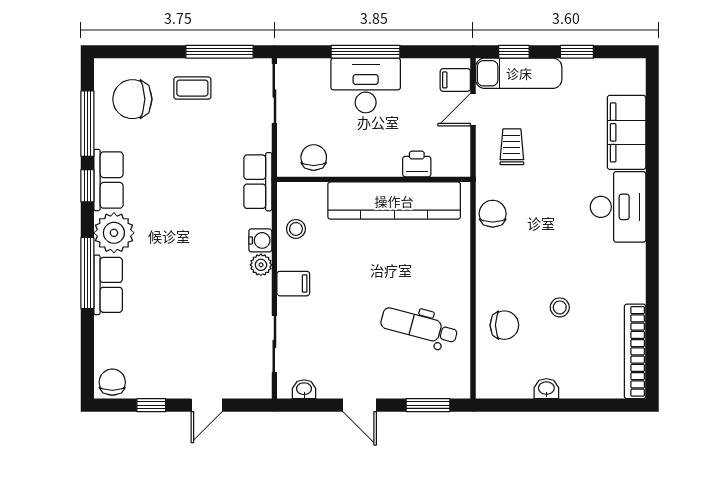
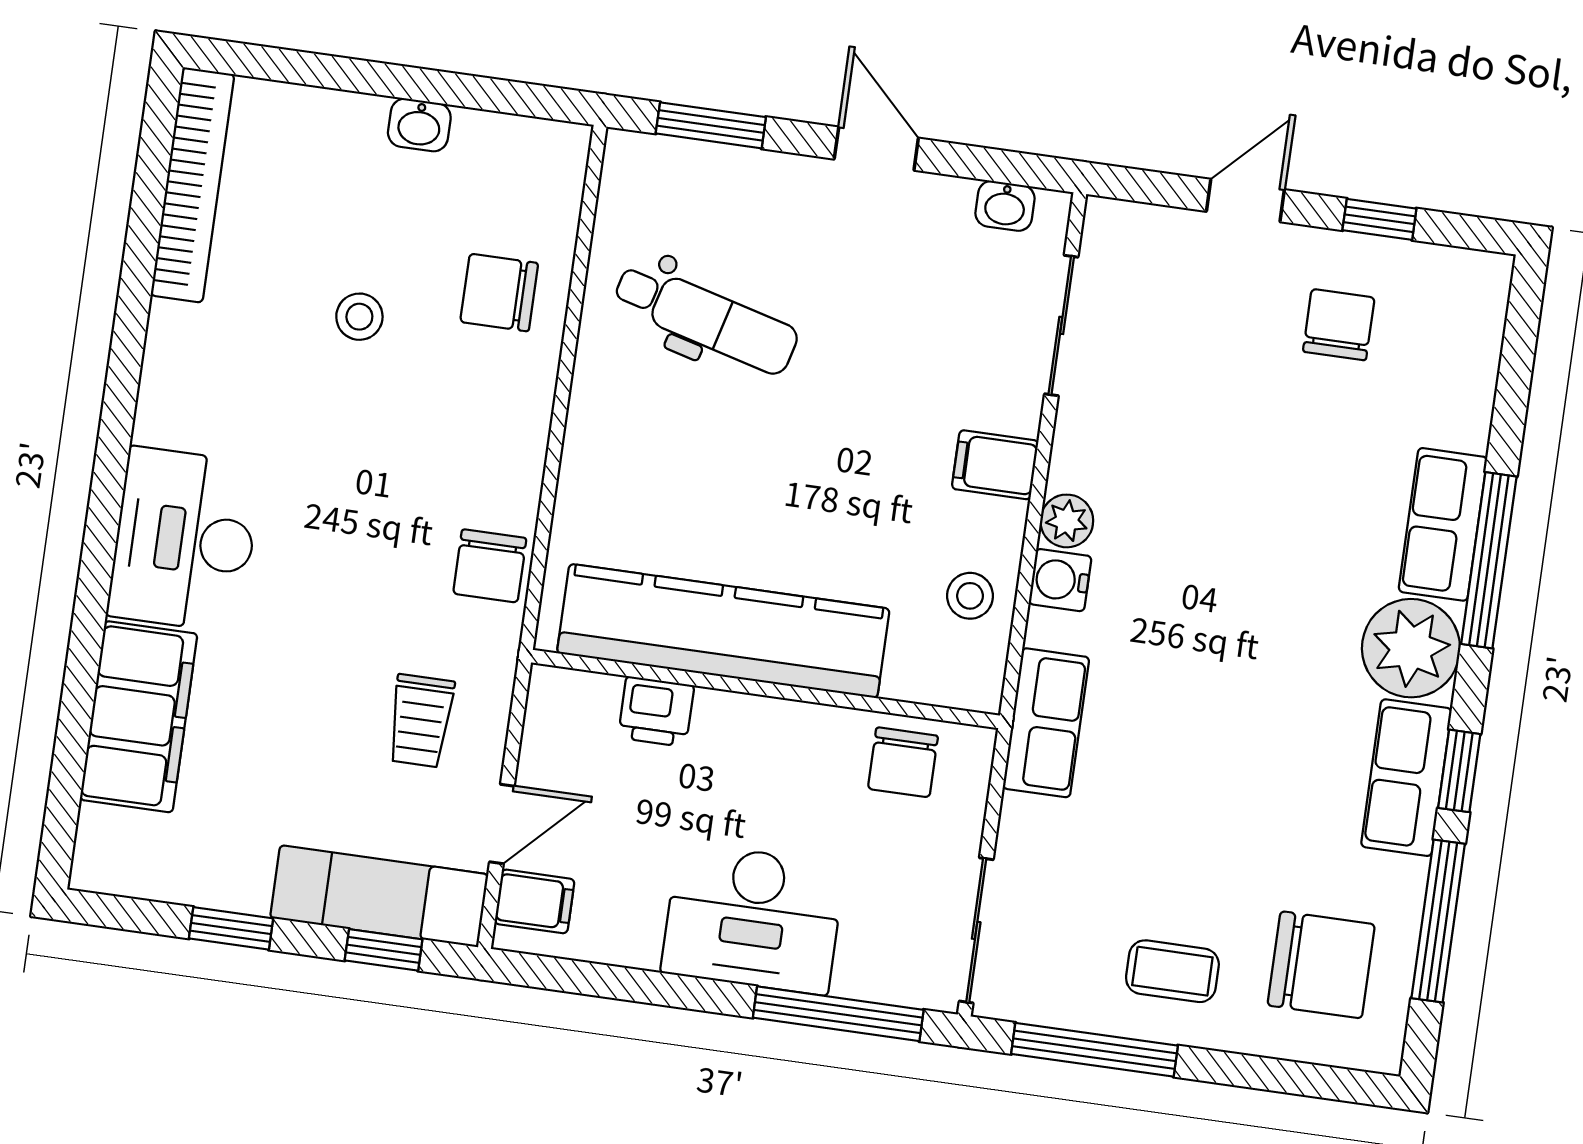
window: (366, 52) -> (838, 1014), moved
chair: (112, 382) -> (1339, 325), moved, turned 180

